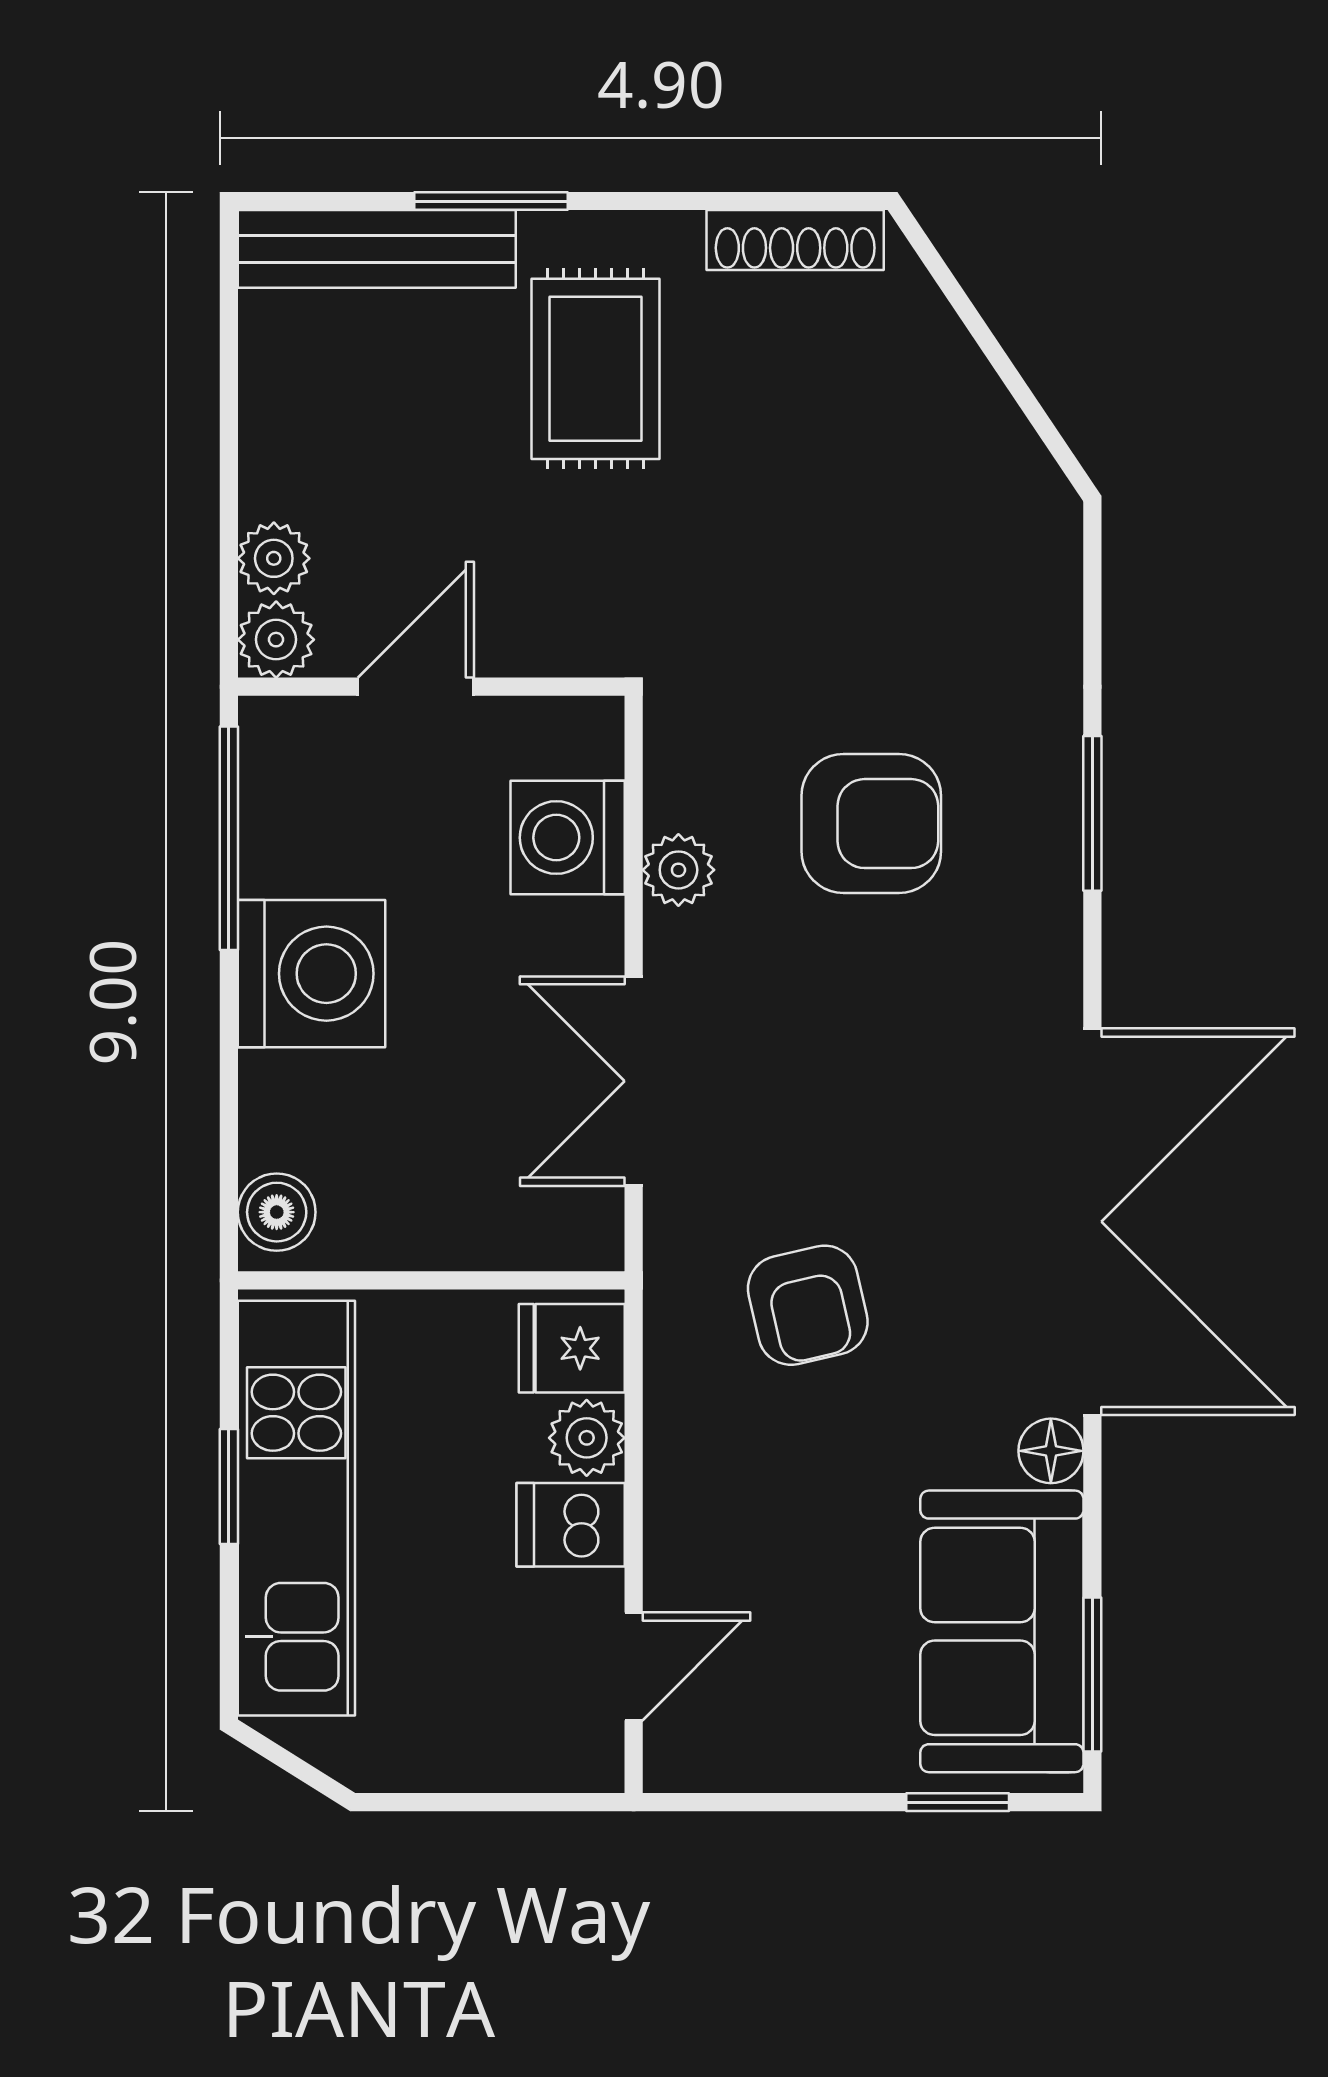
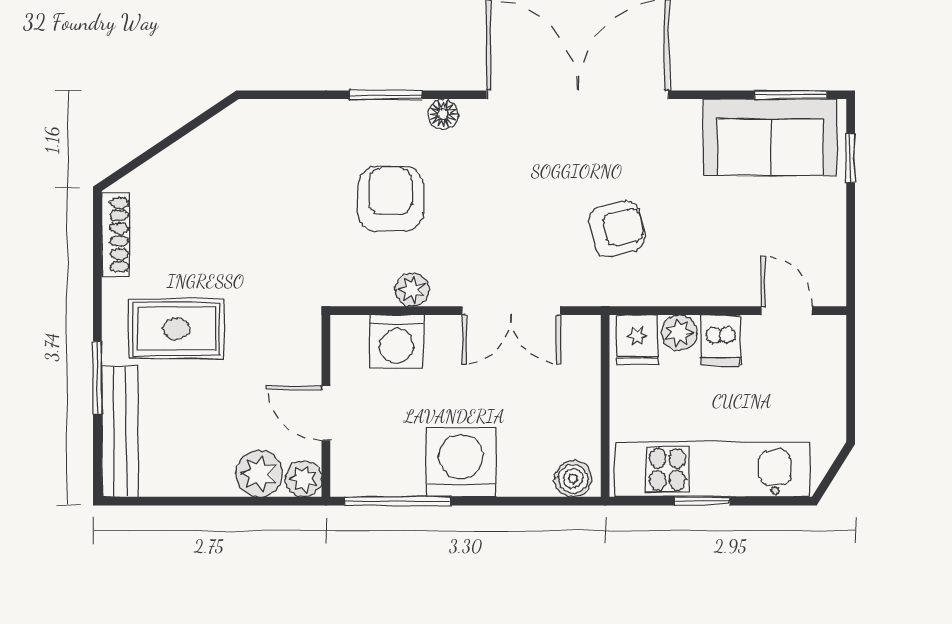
plant: (274, 558) -> (259, 474), width x1.38, depth x1.38
floor lamp: (1051, 1451) -> (443, 114), moved

